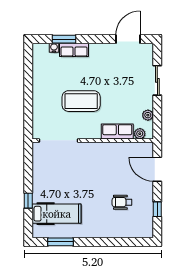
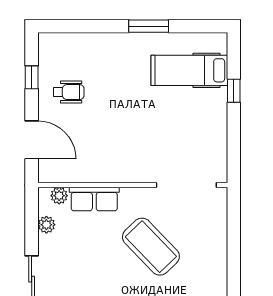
coffee table: (81, 101) -> (151, 247), turned 46
wheelchair: (122, 202) -> (69, 92), moved
window: (61, 242) -> (149, 26), moved

